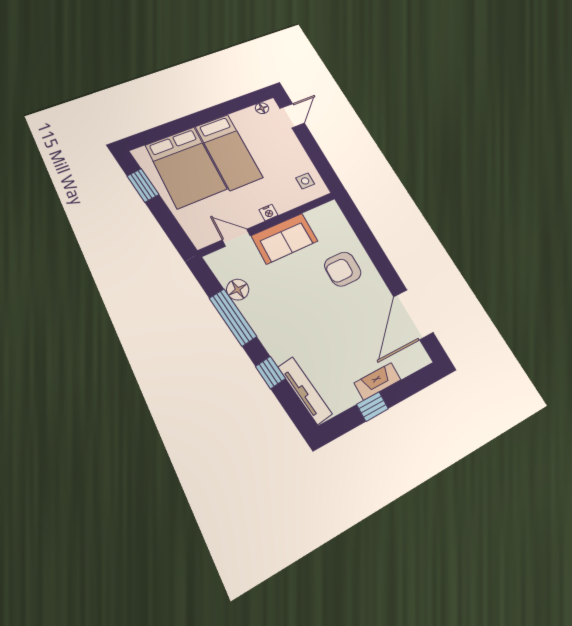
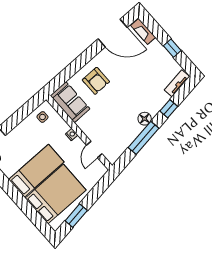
sofa: (284, 238) -> (70, 102), moved
floor lamp: (238, 290) -> (145, 119), moved
fireplace: (377, 381) -> (143, 31), moved
tv unit: (305, 390) -> (177, 83), width x0.71

